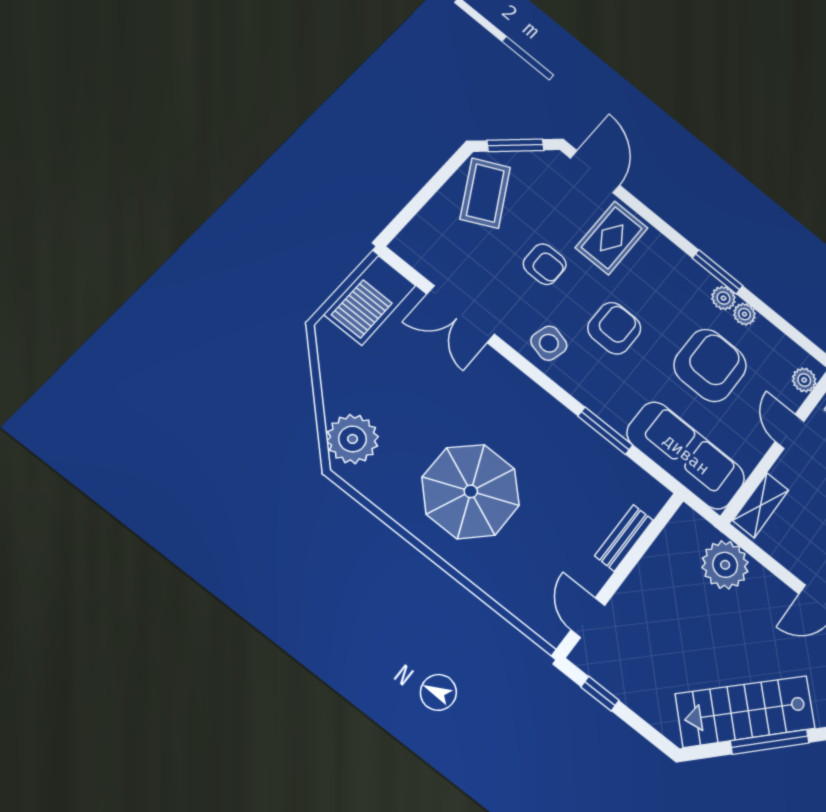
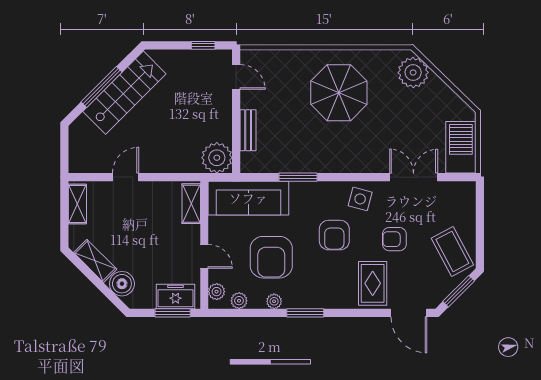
plant: (723, 298) -> (239, 301), moved
plant: (725, 565) -> (217, 158), moved

